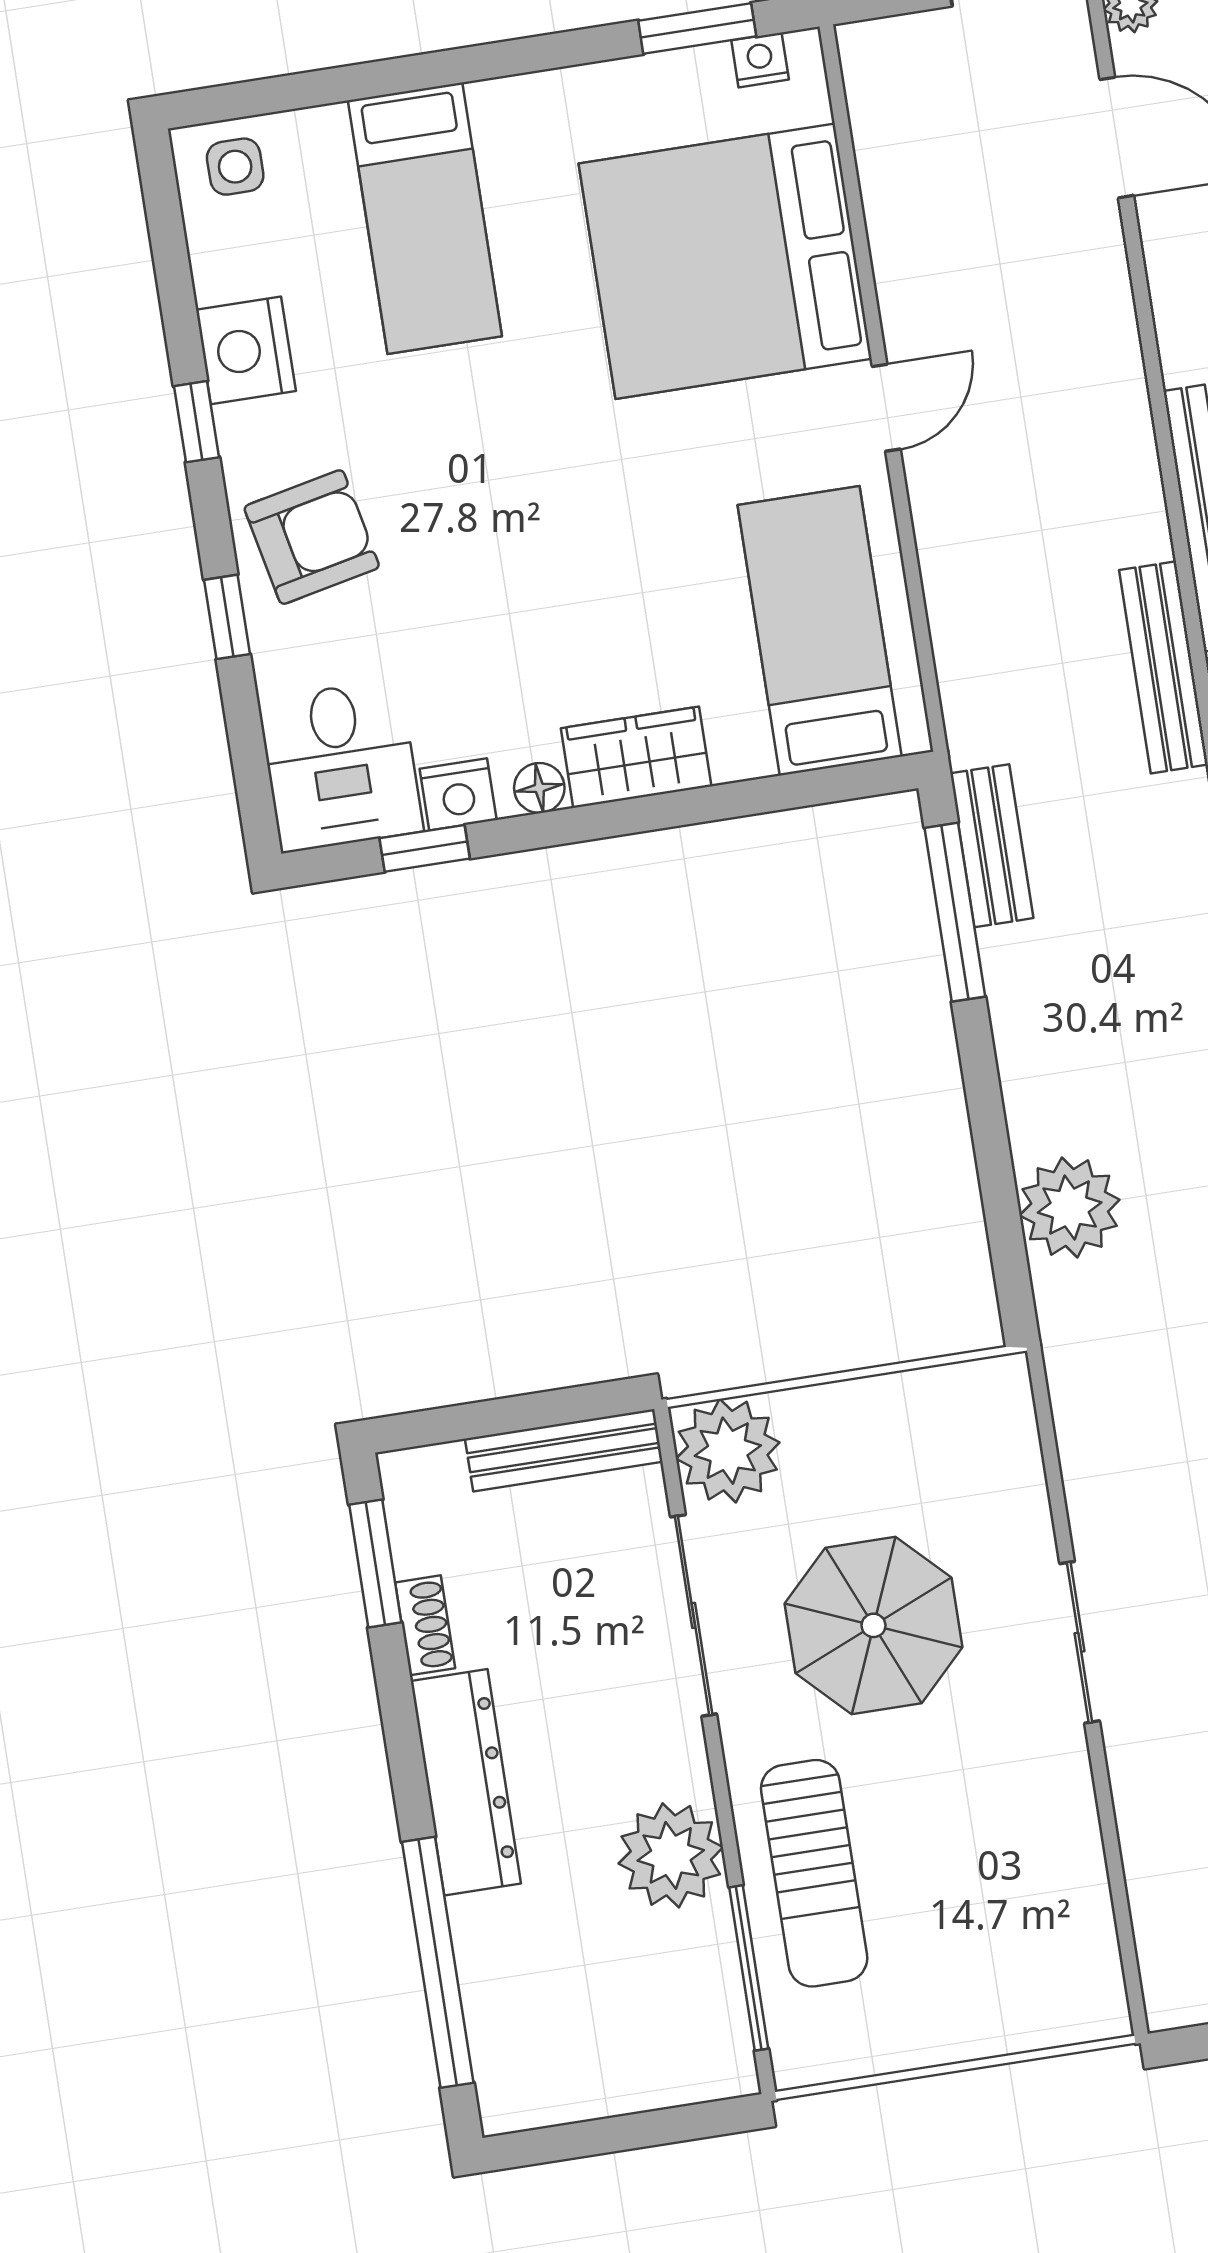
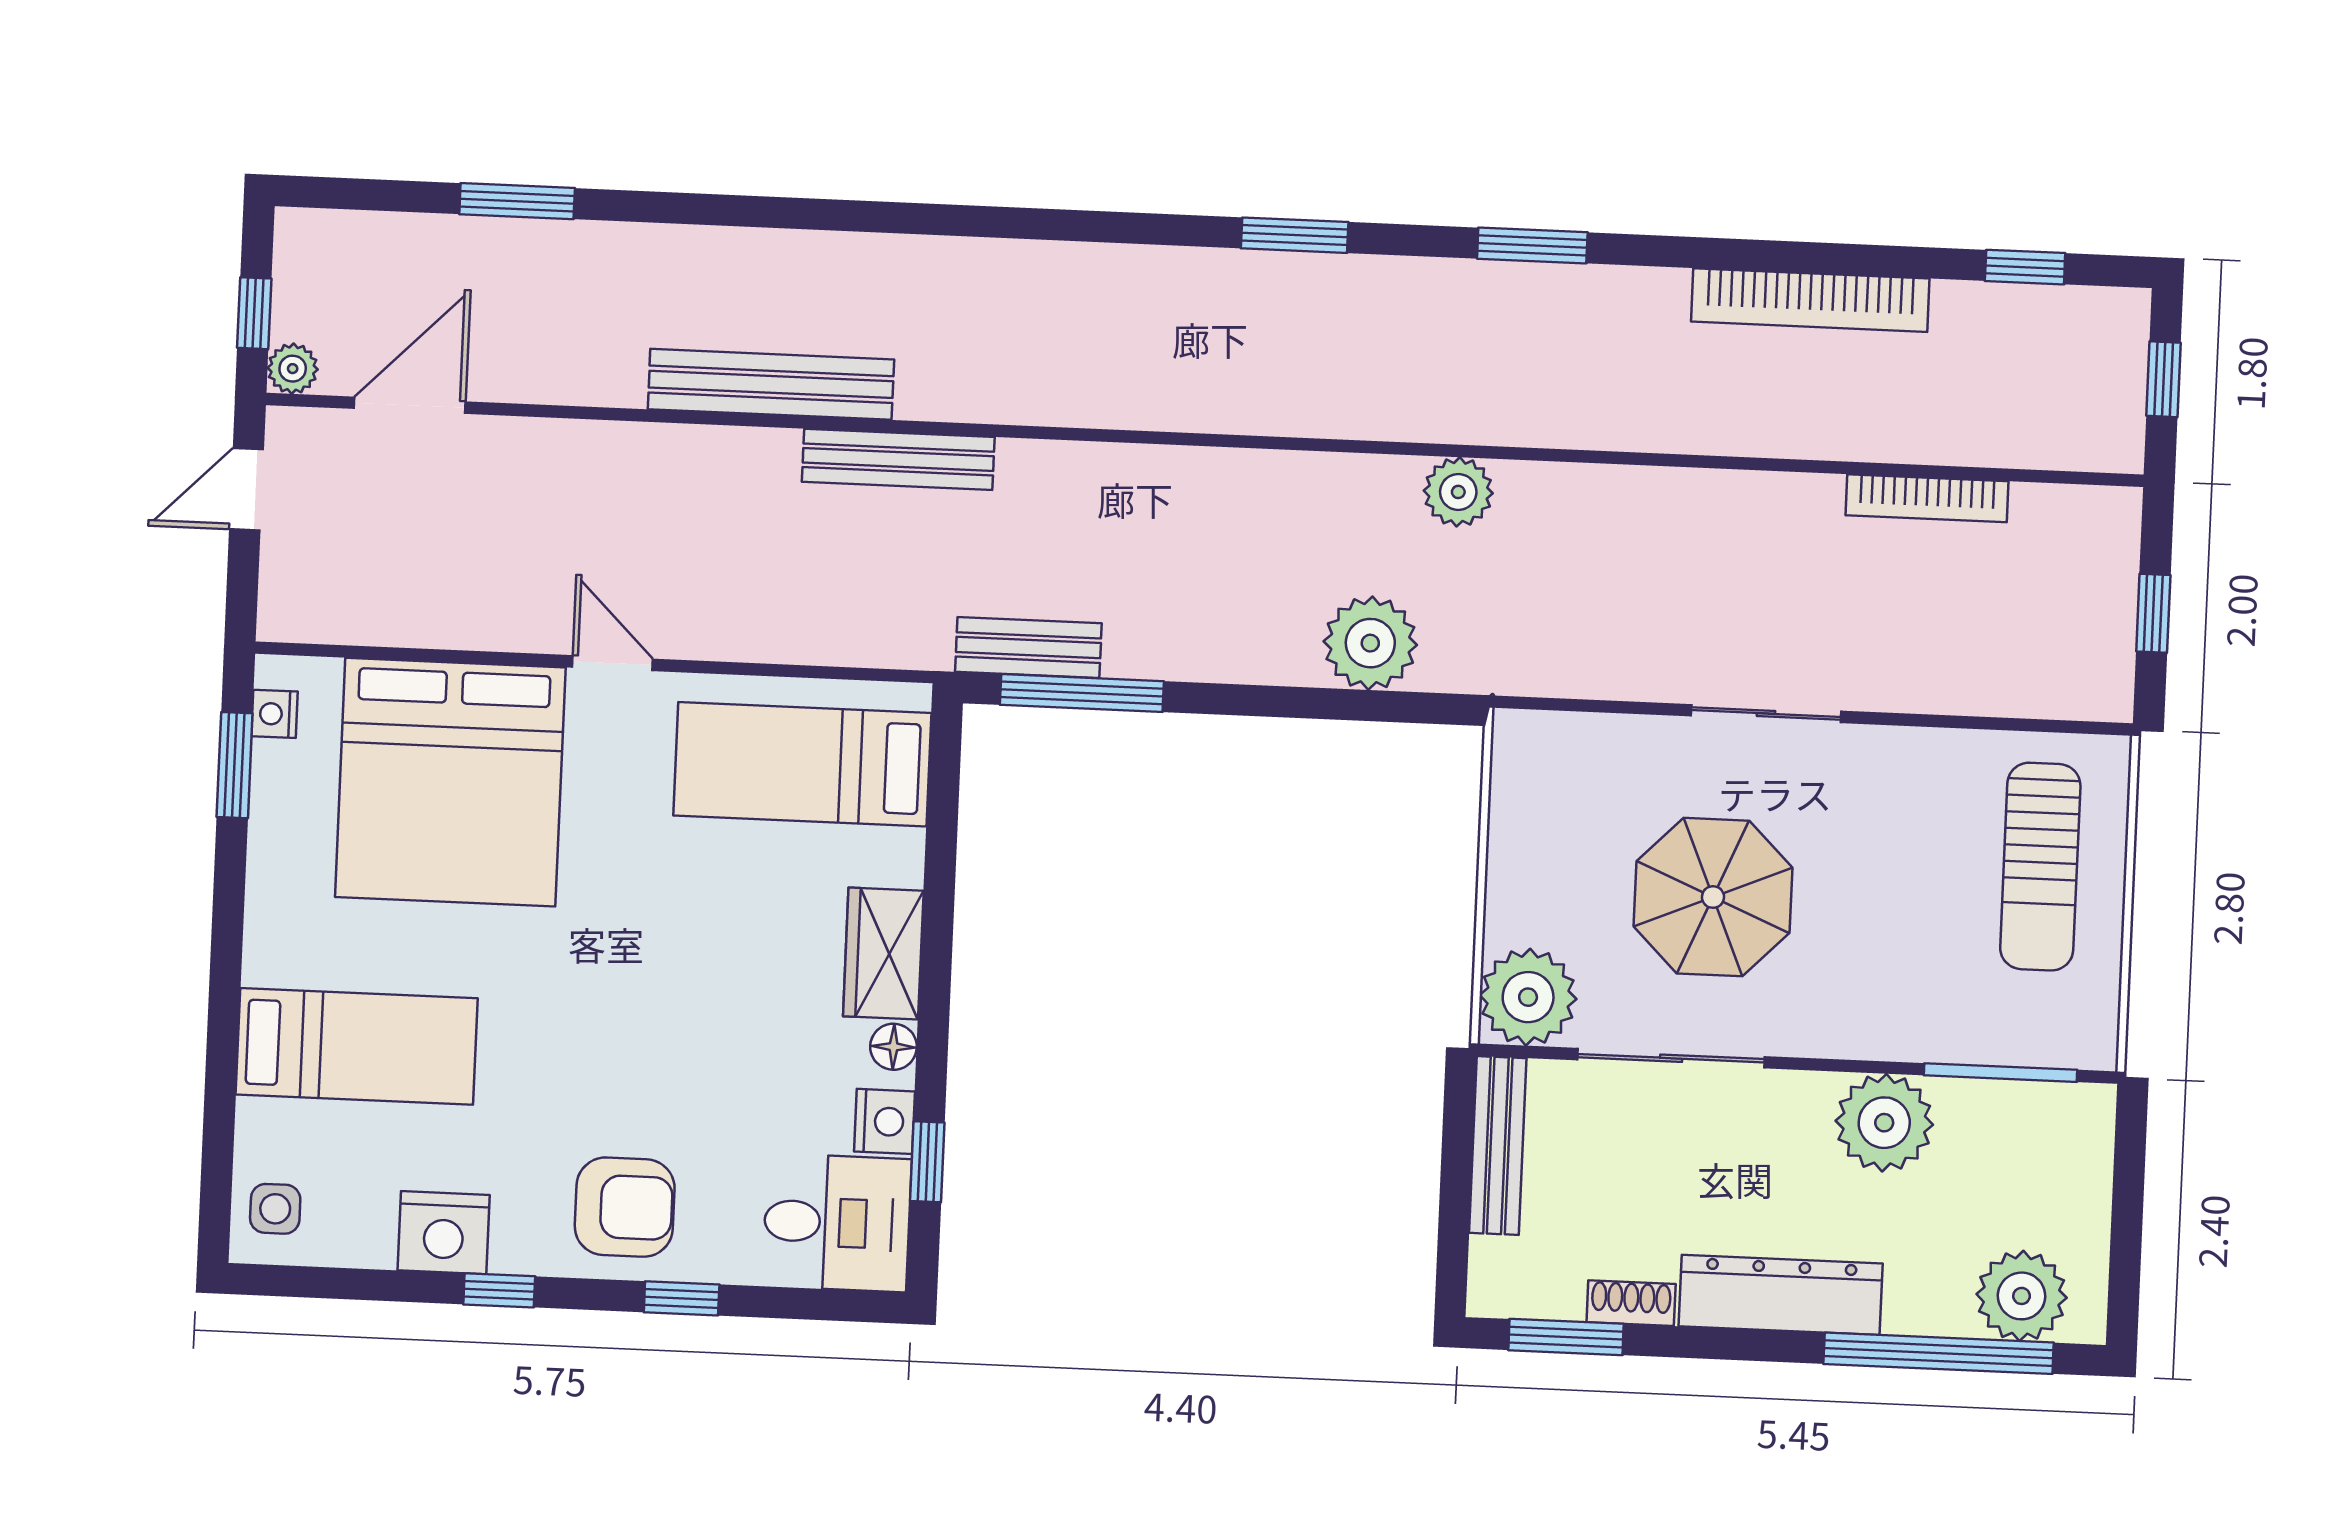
armchair: (312, 537) -> (625, 1207), turned 102
sun lounger: (814, 1873) -> (2040, 867), moved, turned 90
plant: (516, 2038) -> (2022, 1296), added

